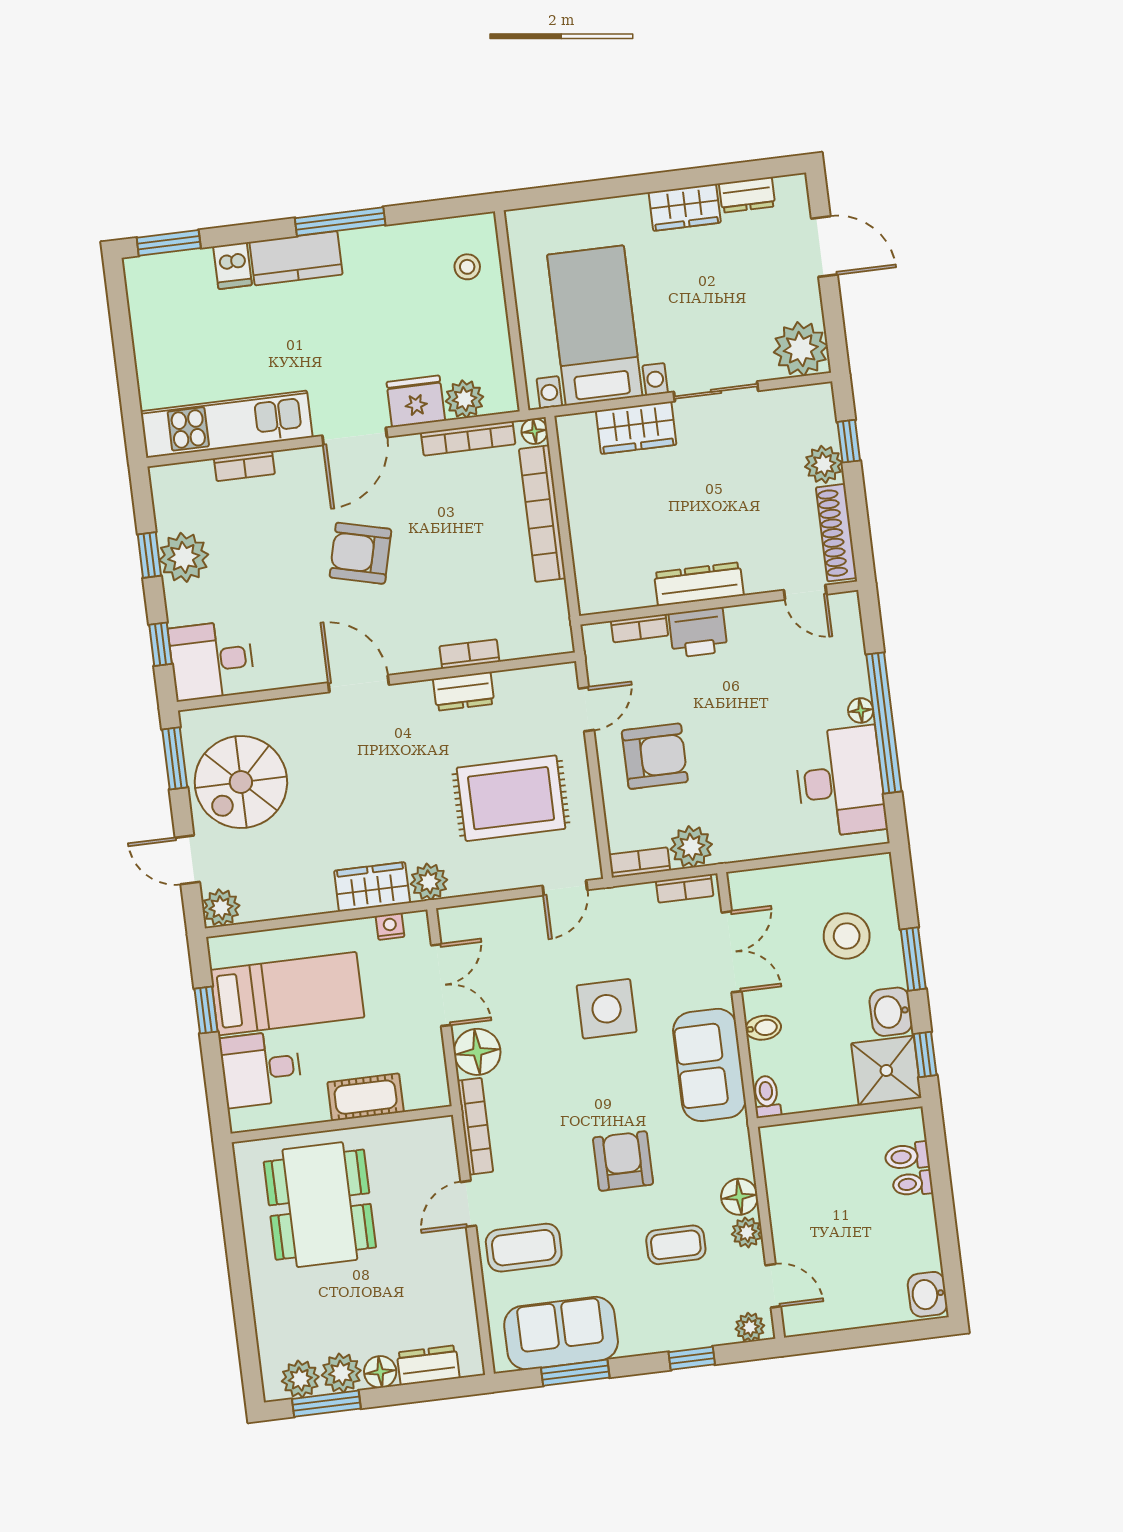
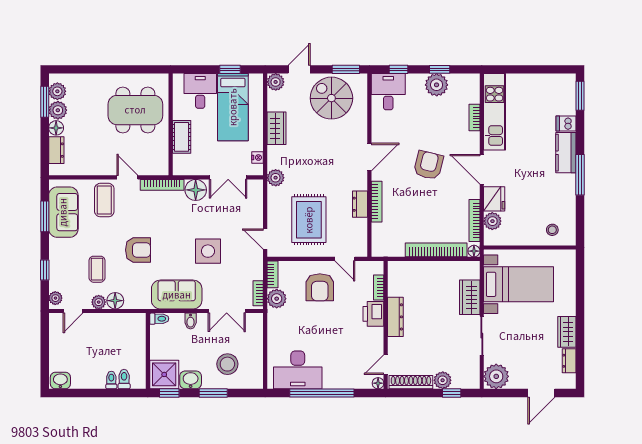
bookcase: (469, 654) -> (377, 202), width x1.56
floor lamp: (861, 710) -> (378, 383), moved
wardrobe: (372, 887) -> (277, 128), moved

